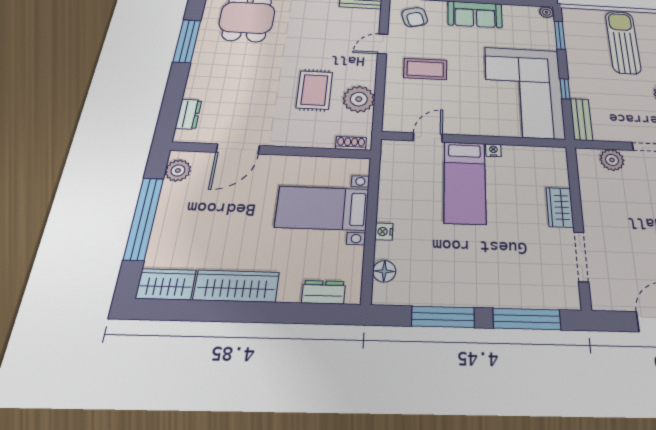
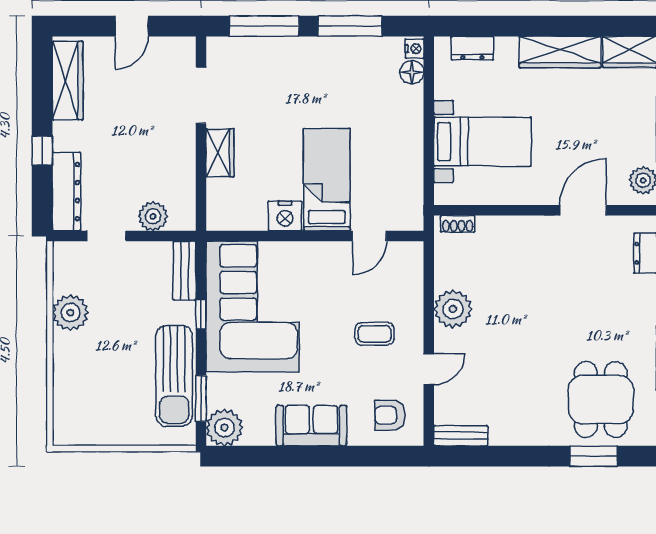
plant: (546, 12) -> (224, 428), width x1.88, depth x1.88
armchair: (415, 17) -> (390, 415), turned -74
sun lounger: (623, 42) -> (174, 376), moved
coffee table: (425, 69) -> (374, 334), width x0.73, depth x0.77
rug: (315, 90) -> (506, 295), removed
plant: (359, 99) -> (453, 309), moved
nightstand: (493, 150) -> (285, 216), width x1.89, depth x1.79
nightstand: (384, 232) -> (415, 49), moved

